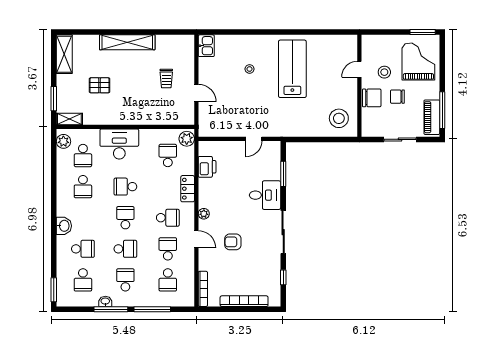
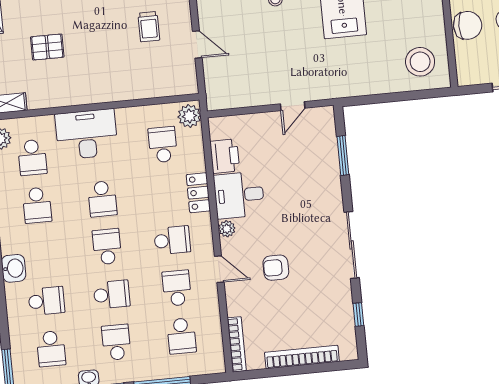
school desk: (125, 187) -> (102, 199), turned -90
desk: (265, 195) -> (239, 195), moved, turned 180

